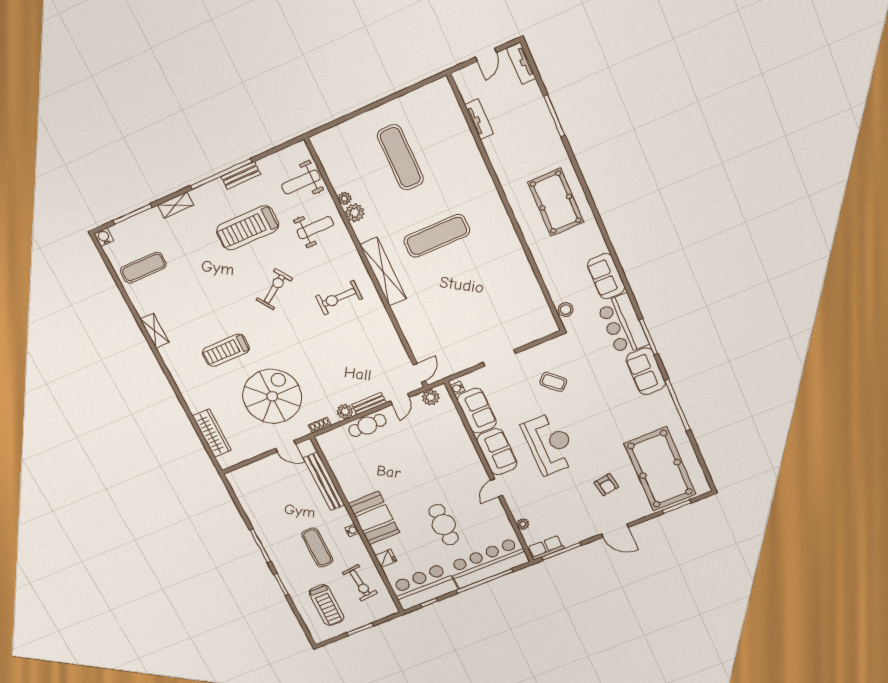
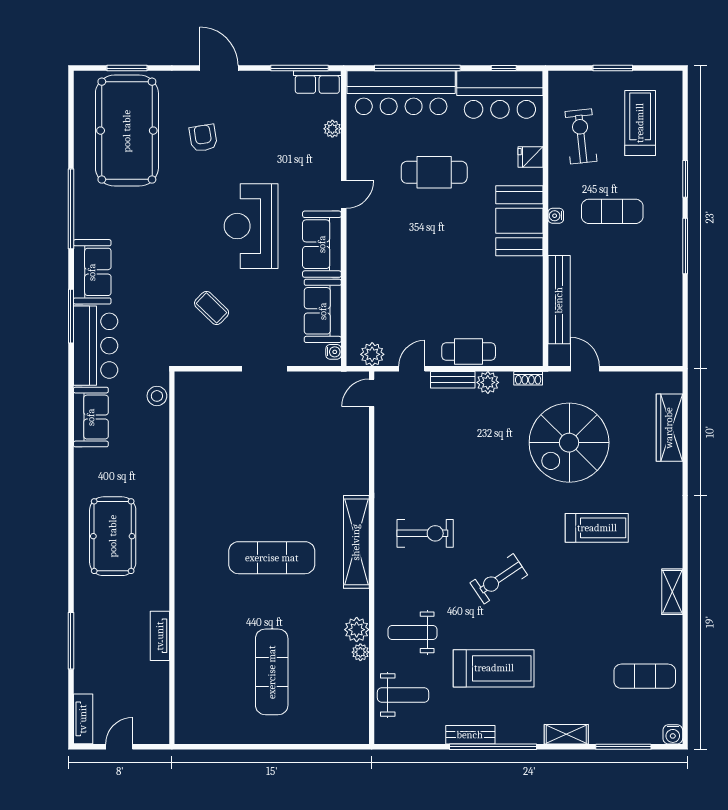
tv unit: (479, 119) -> (160, 636), moved
cafe table: (444, 525) -> (434, 172), turned 90
exercise mat: (317, 547) -> (612, 211), turned 90

